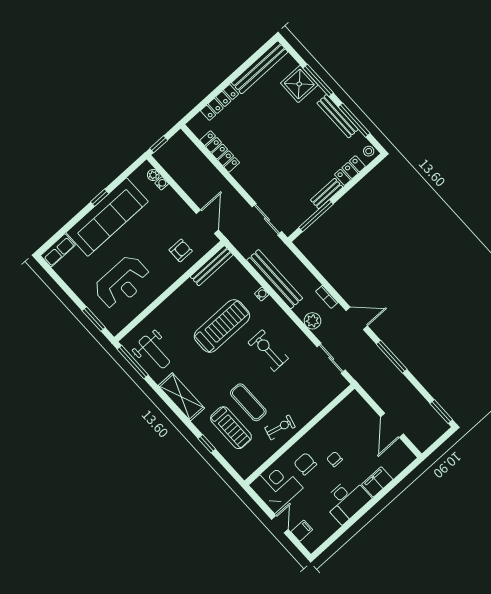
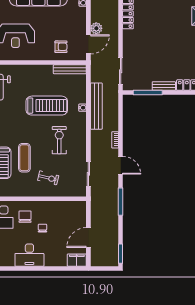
plant: (312, 321) -> (96, 28), moved
exercise bike: (280, 427) -> (48, 178), moved
filing cabinet: (377, 482) -> (77, 260), moved

